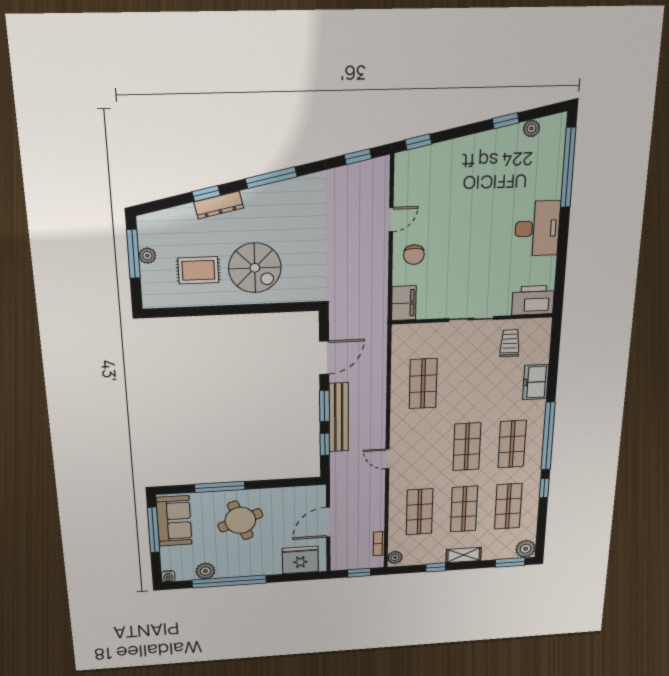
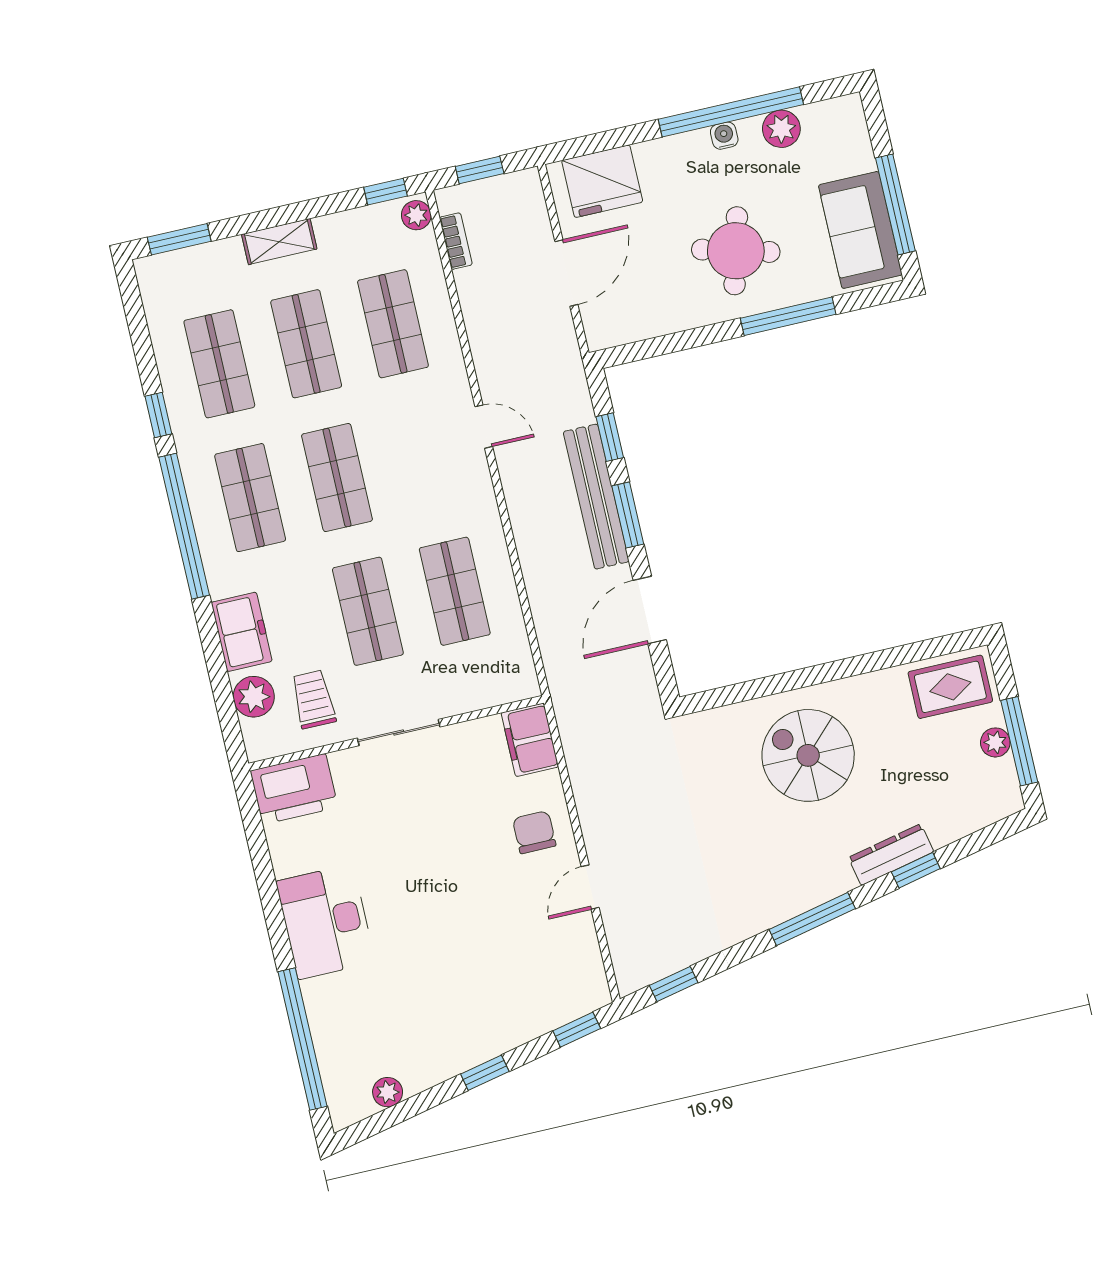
window: (506, 121) -> (485, 1073), moved
rug: (198, 270) -> (950, 687), moved
trolley: (510, 343) -> (313, 699), turned 180
shop shelf: (470, 381) -> (368, 611), added
round table: (240, 520) -> (736, 251), turned 35
plant: (526, 549) -> (254, 697), moved
window: (436, 567) -> (385, 192), moved
water cooler: (168, 576) -> (724, 136), moved

